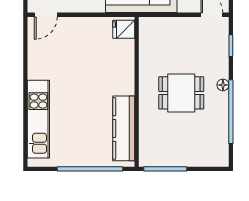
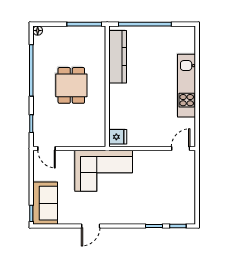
floor lamp: (223, 85) -> (38, 31), moved
dining table: (181, 93) -> (71, 85), turned 90
kitchen unit: (38, 119) -> (187, 86), moved

